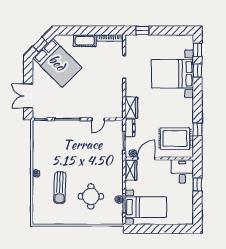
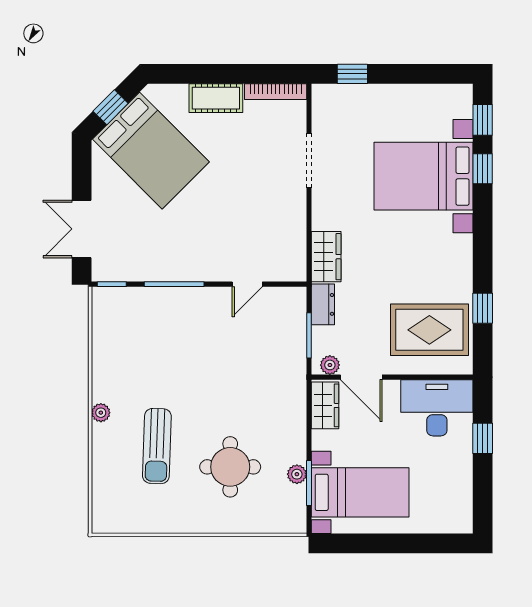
door: (146, 158) -> (361, 377), swing flipped
desk: (182, 171) -> (437, 408), width x1.37

